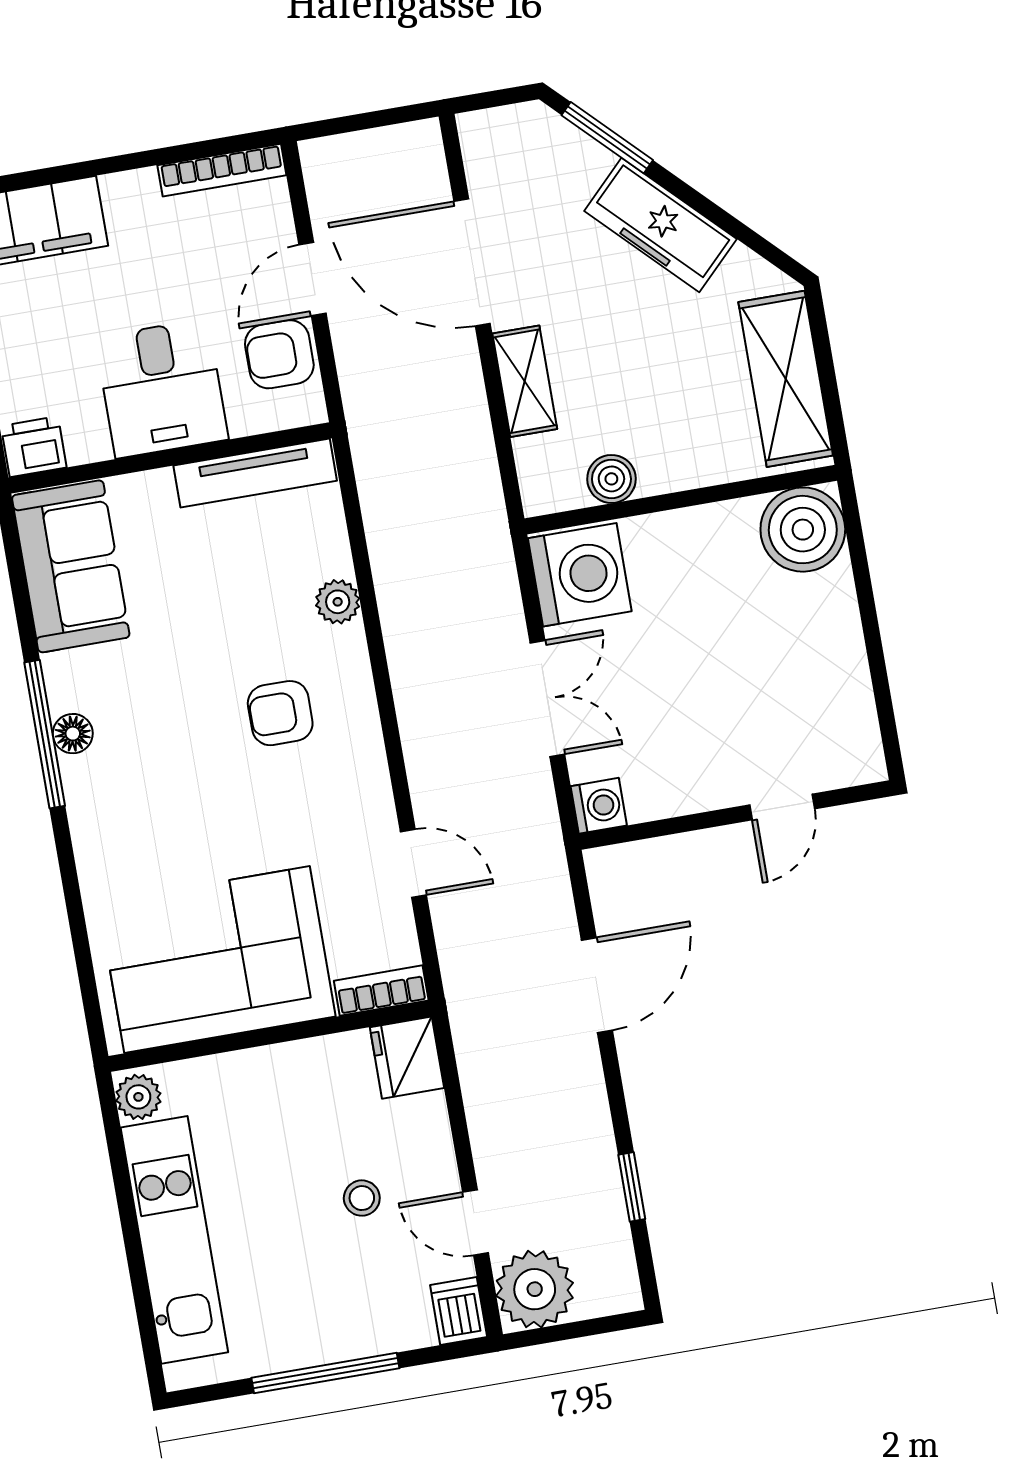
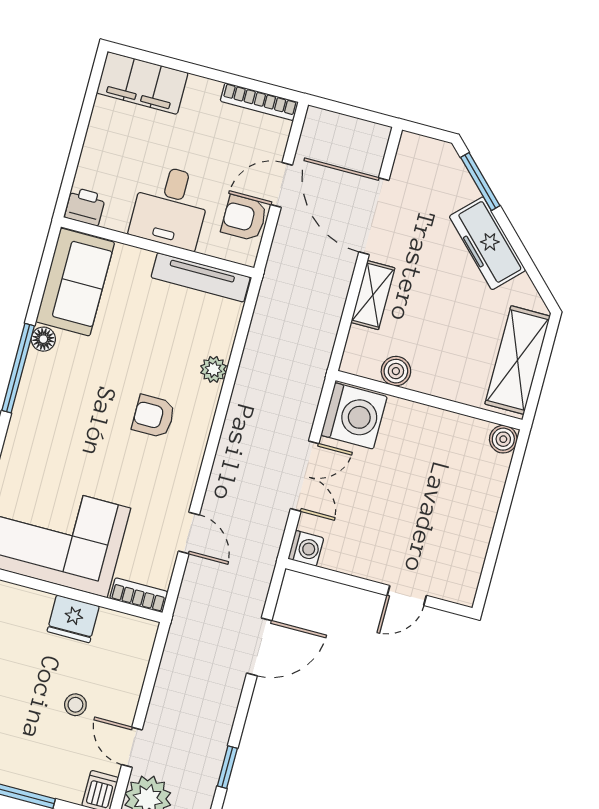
boiler: (803, 530) -> (503, 439), width x0.54, depth x0.54
floor lamp: (73, 734) -> (43, 339), moved
fridge: (407, 1058) -> (73, 619), moved, turned -90

